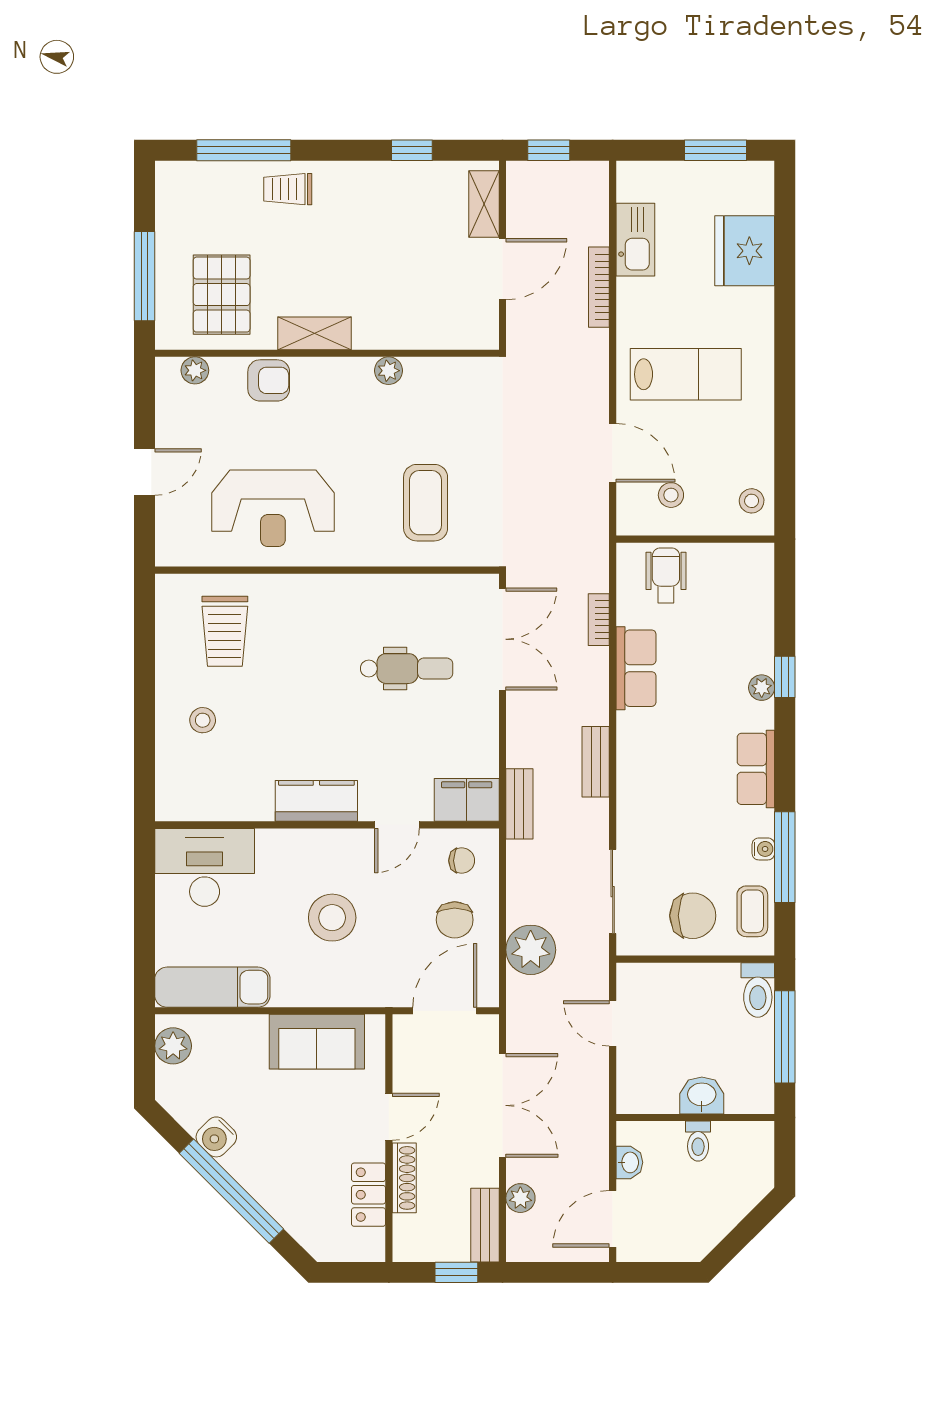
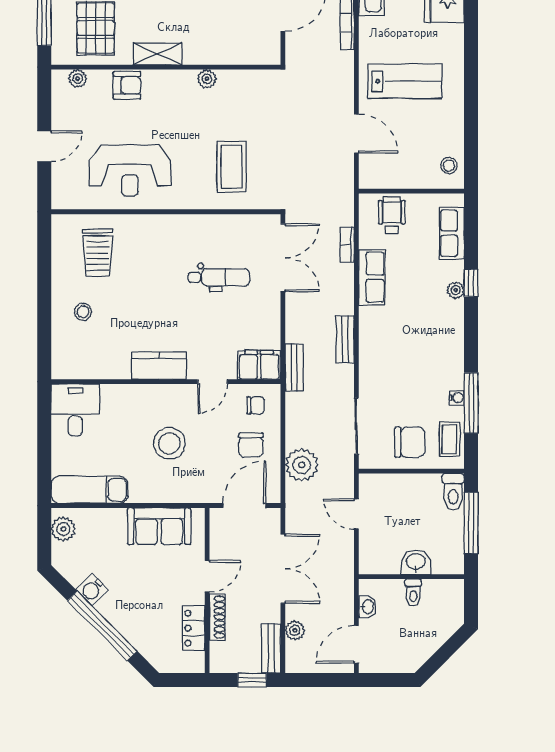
stool: (671, 495) -> (395, 162), removed
row of seats: (756, 769) -> (452, 233), moved
desk: (205, 867) -> (75, 410), width x0.73

